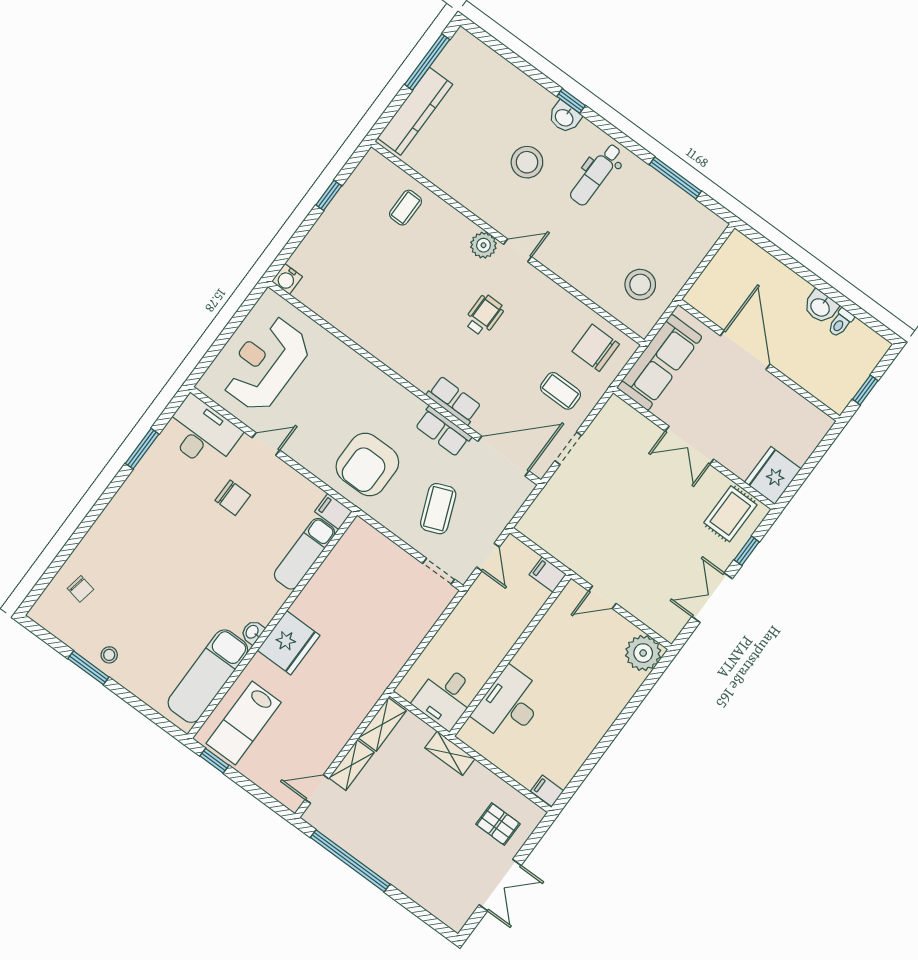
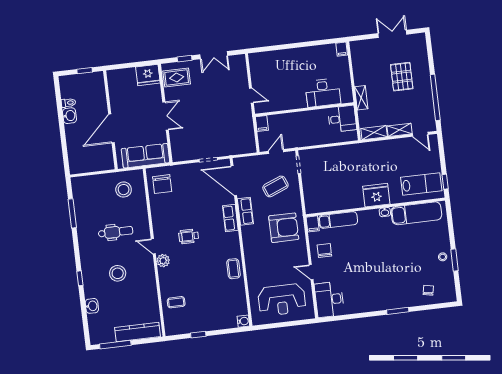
washbasin: (565, 117) -> (92, 306), moved
dental chair: (596, 174) -> (116, 232), moved
coffee table: (560, 391) -> (233, 269), moved
window: (142, 449) -> (398, 311), moved
chair: (233, 498) -> (324, 251), moved
plant: (643, 653) -> (258, 61), removed
pallet: (498, 824) -> (402, 77), moved, width x1.50, depth x1.42

